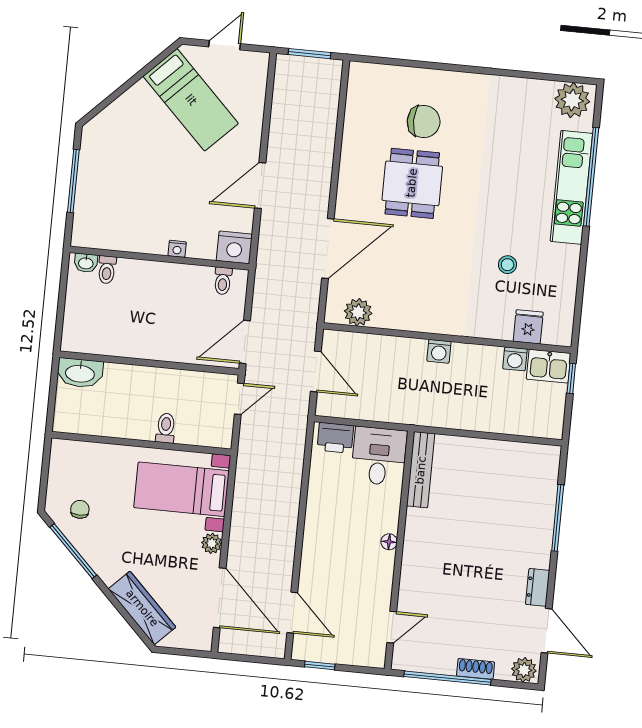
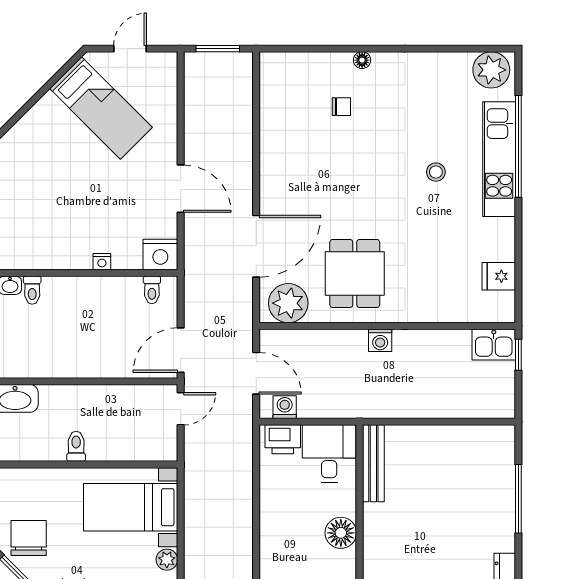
floor lamp: (448, 78) -> (362, 60), added
chair: (424, 121) -> (341, 107), width x0.54, depth x0.54
dining table: (412, 183) -> (355, 273), moved
door: (260, 186) -> (181, 189), swing flipped
stool: (507, 265) -> (436, 172), moved
plant: (358, 312) -> (288, 303), width x1.36, depth x1.36
fridge: (528, 327) -> (499, 276), moved, turned -90
washing machine: (515, 359) -> (285, 407), moved, turned 180
toilet: (166, 428) -> (76, 446), moved
chair: (80, 509) -> (29, 538), width x1.87, depth x1.87
floor lamp: (389, 542) -> (341, 533), width x1.89, depth x1.89

